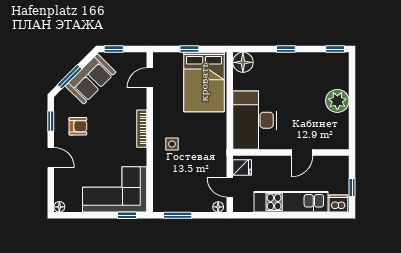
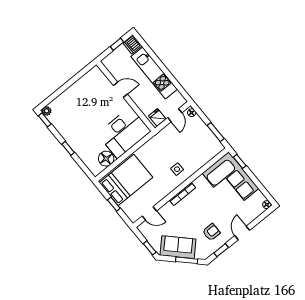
floor lamp: (243, 62) -> (106, 159), moved
plant: (337, 101) -> (47, 111), moved, width x0.53, depth x0.53
armchair: (78, 126) -> (211, 232), turned 90

